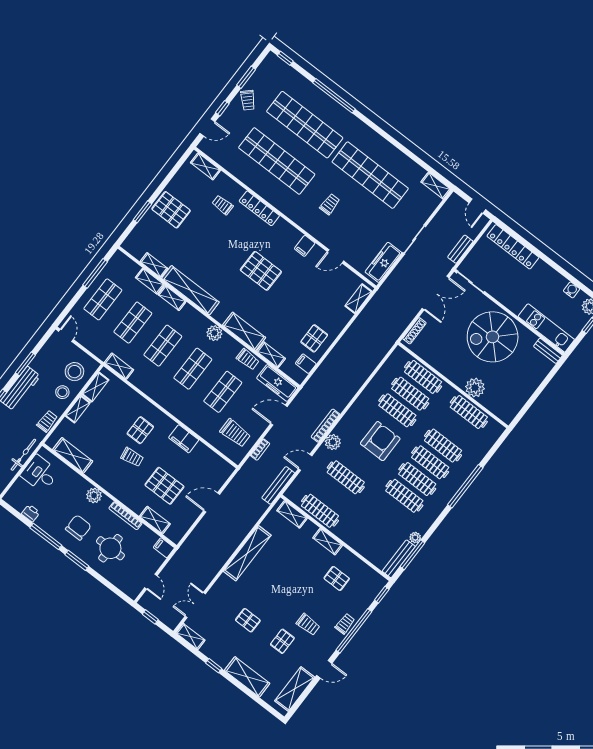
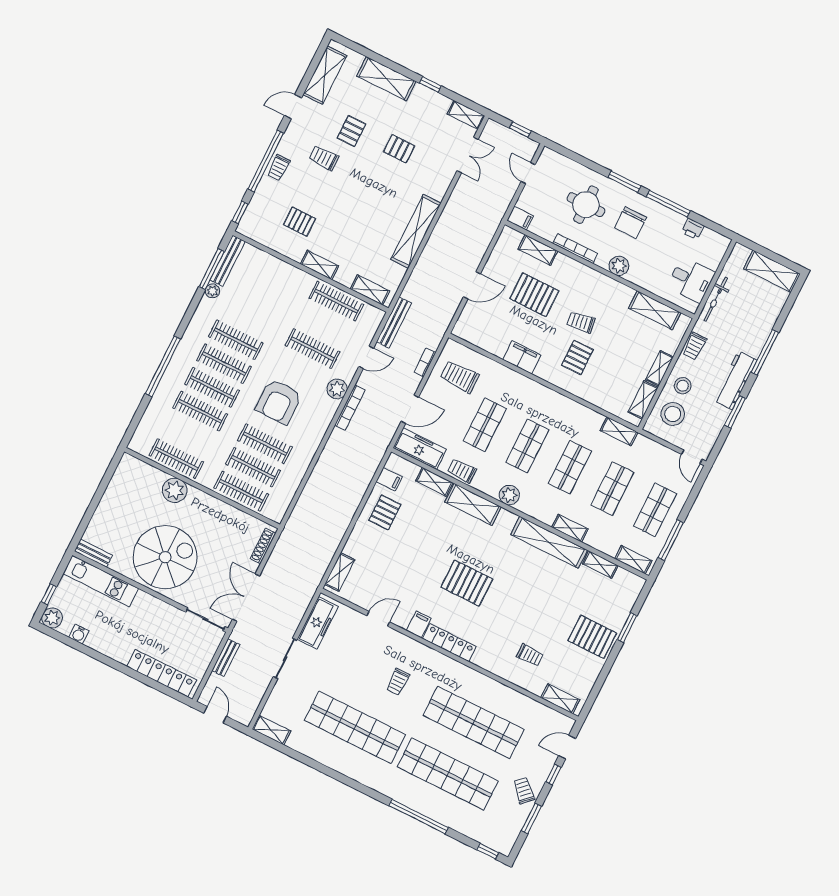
locker: (259, 208) -> (449, 643), moved
shelving: (150, 281) -> (633, 560), moved

